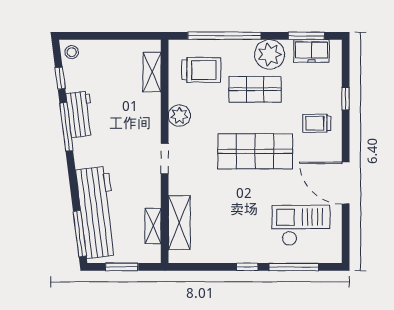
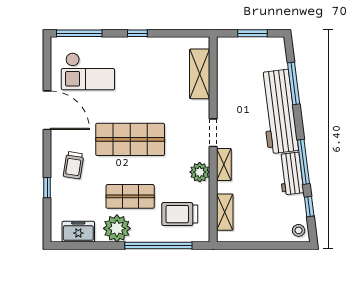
window: (306, 36) -> (83, 245), removed
trolley: (317, 123) -> (74, 165), turned 99
workbench: (97, 212) -> (279, 112), moved
shelving: (153, 226) -> (224, 164), moved
window: (80, 234) -> (294, 83), moved
window: (294, 267) -> (79, 33), moved

